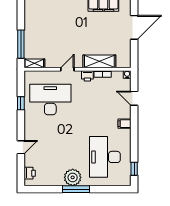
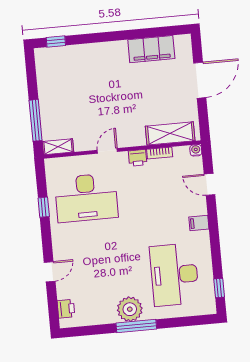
shelving: (99, 61) -> (170, 133), moved
desk: (50, 100) -> (86, 198), turned 180

